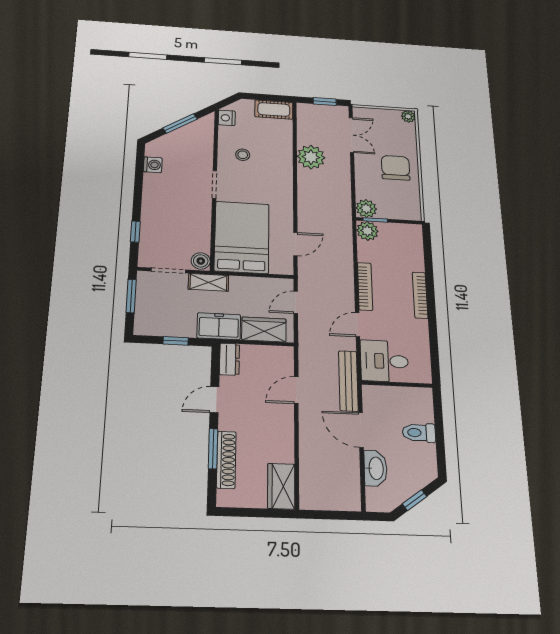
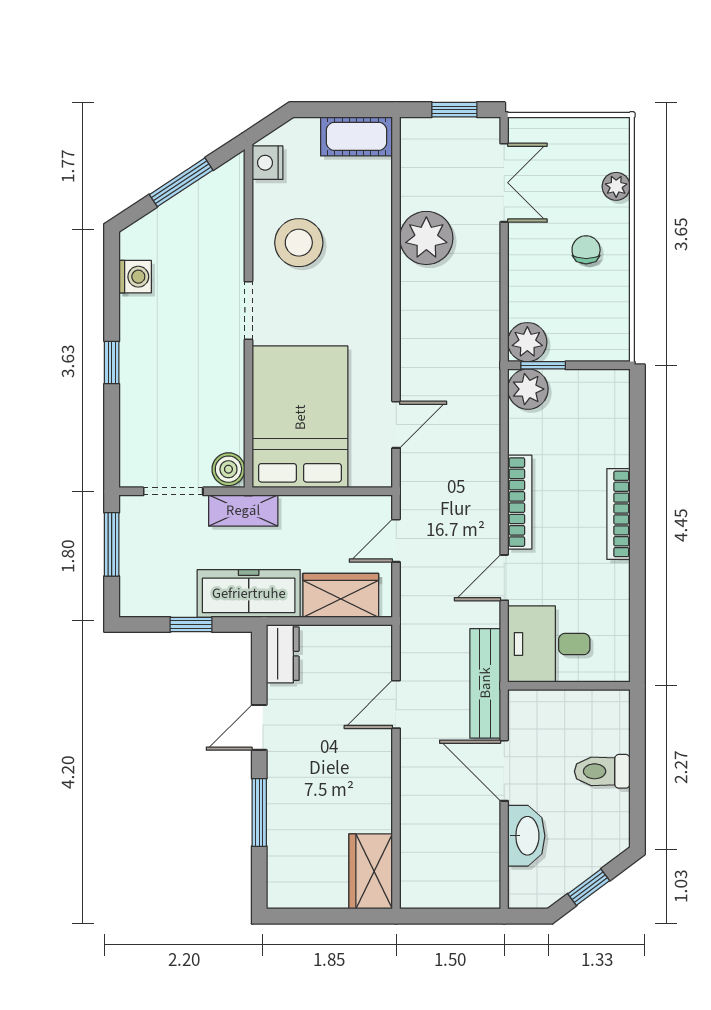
plant: (408, 116) -> (616, 186), moved
stool: (243, 155) -> (299, 243), width x1.89, depth x1.89
chair: (396, 168) -> (586, 250), width x0.54, depth x0.54
window: (135, 232) -> (112, 363), moved
freezer: (219, 326) -> (249, 593), width x1.40
shoe rack: (226, 460) -> (281, 830), removed

